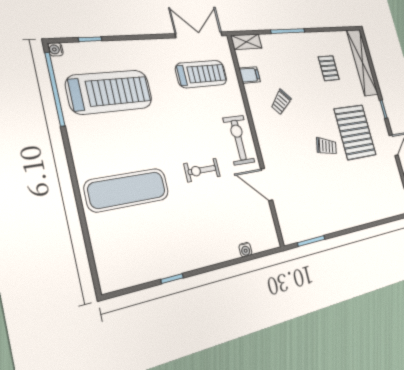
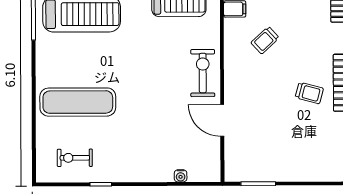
exercise bike: (202, 170) -> (75, 158), moved

